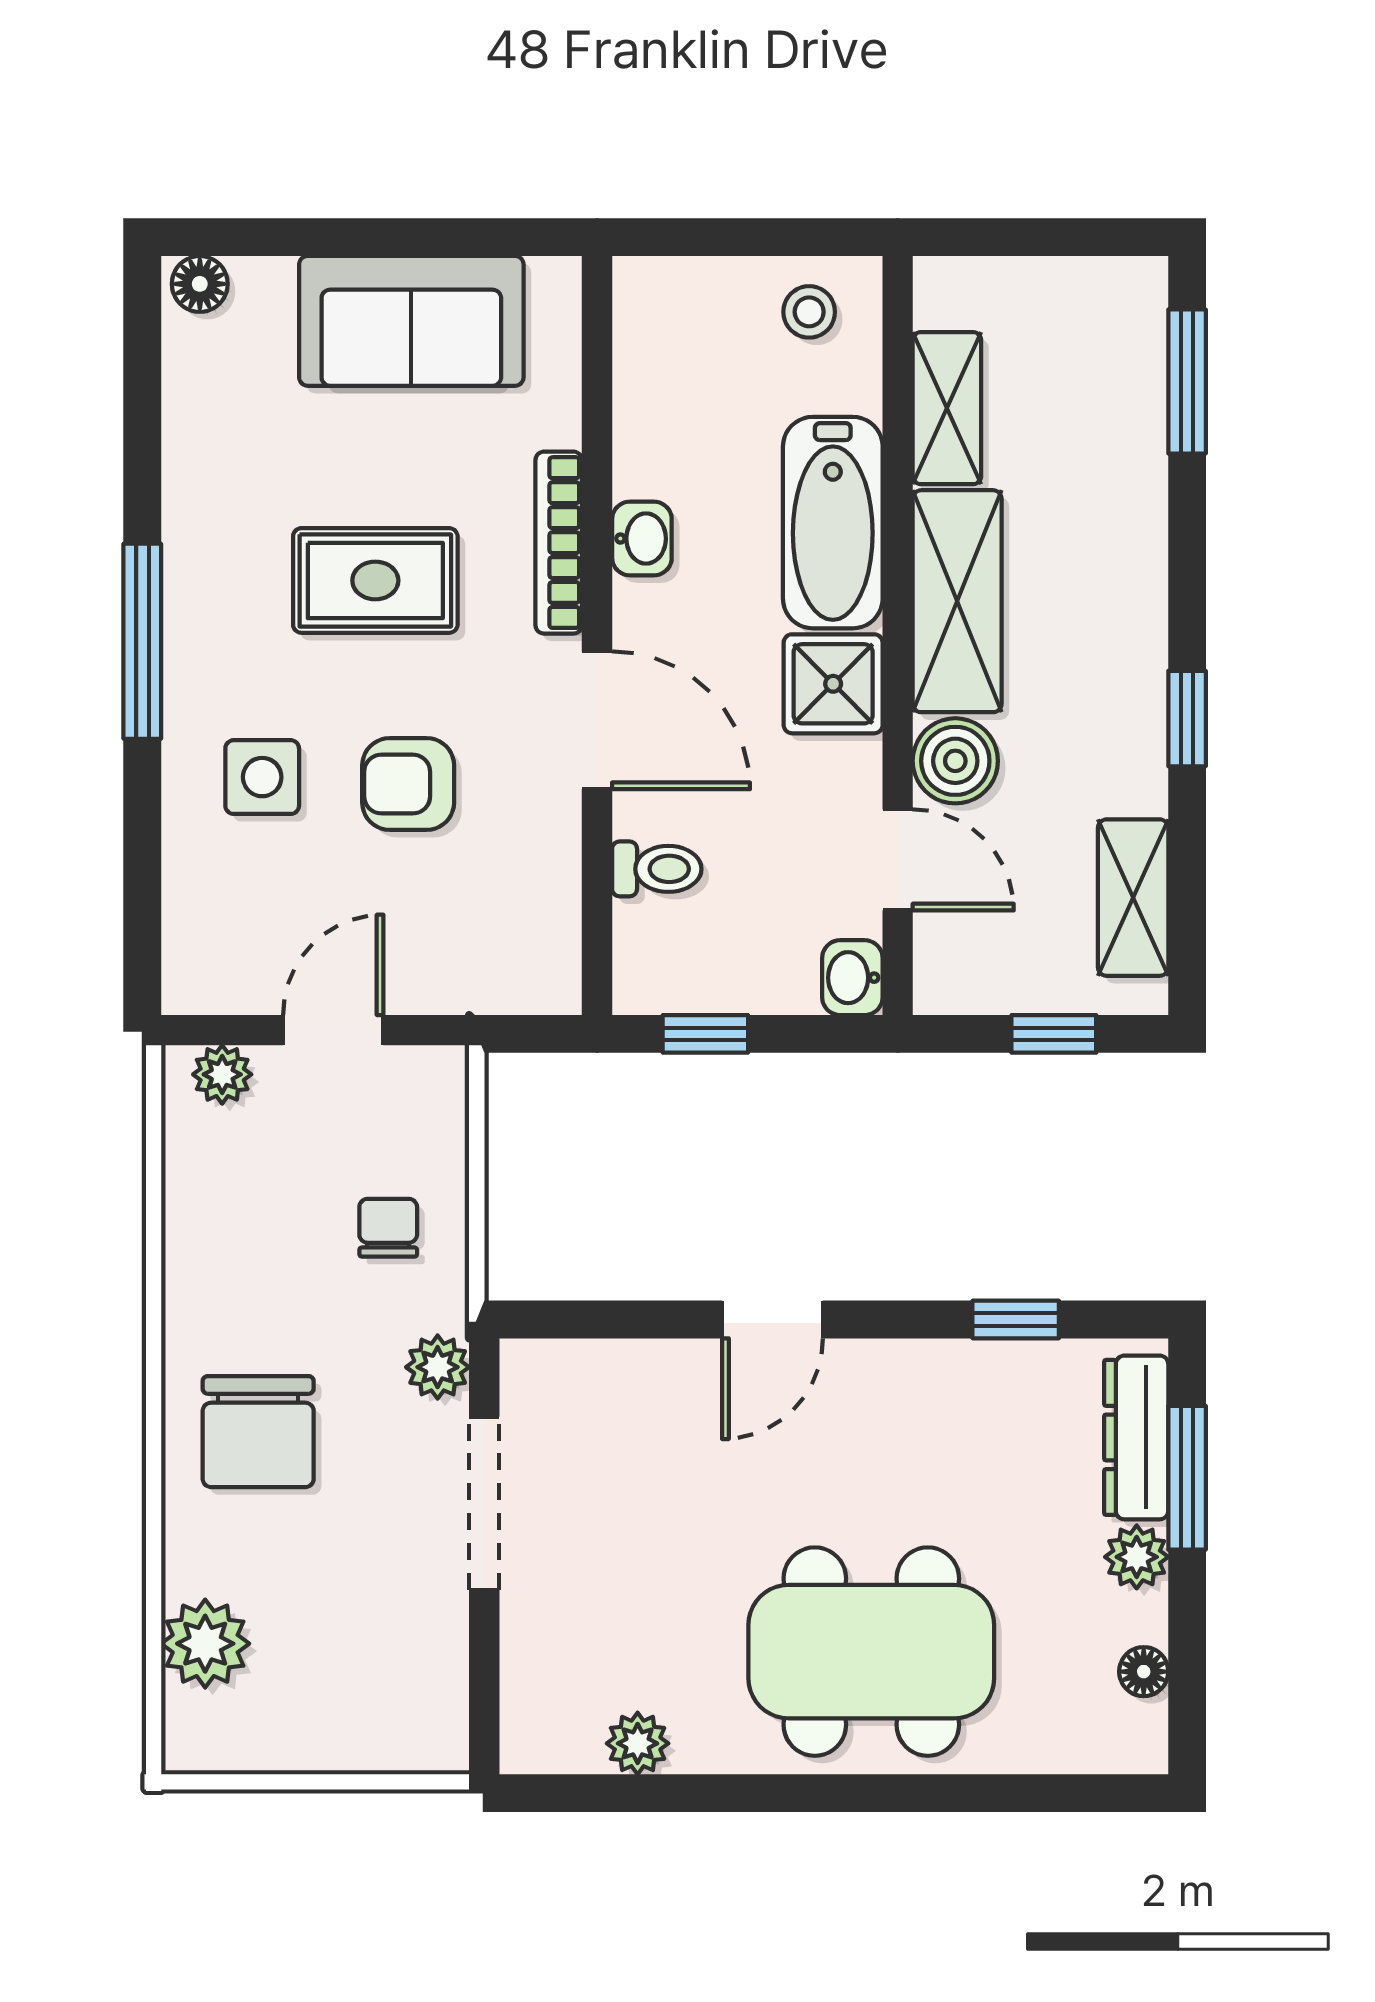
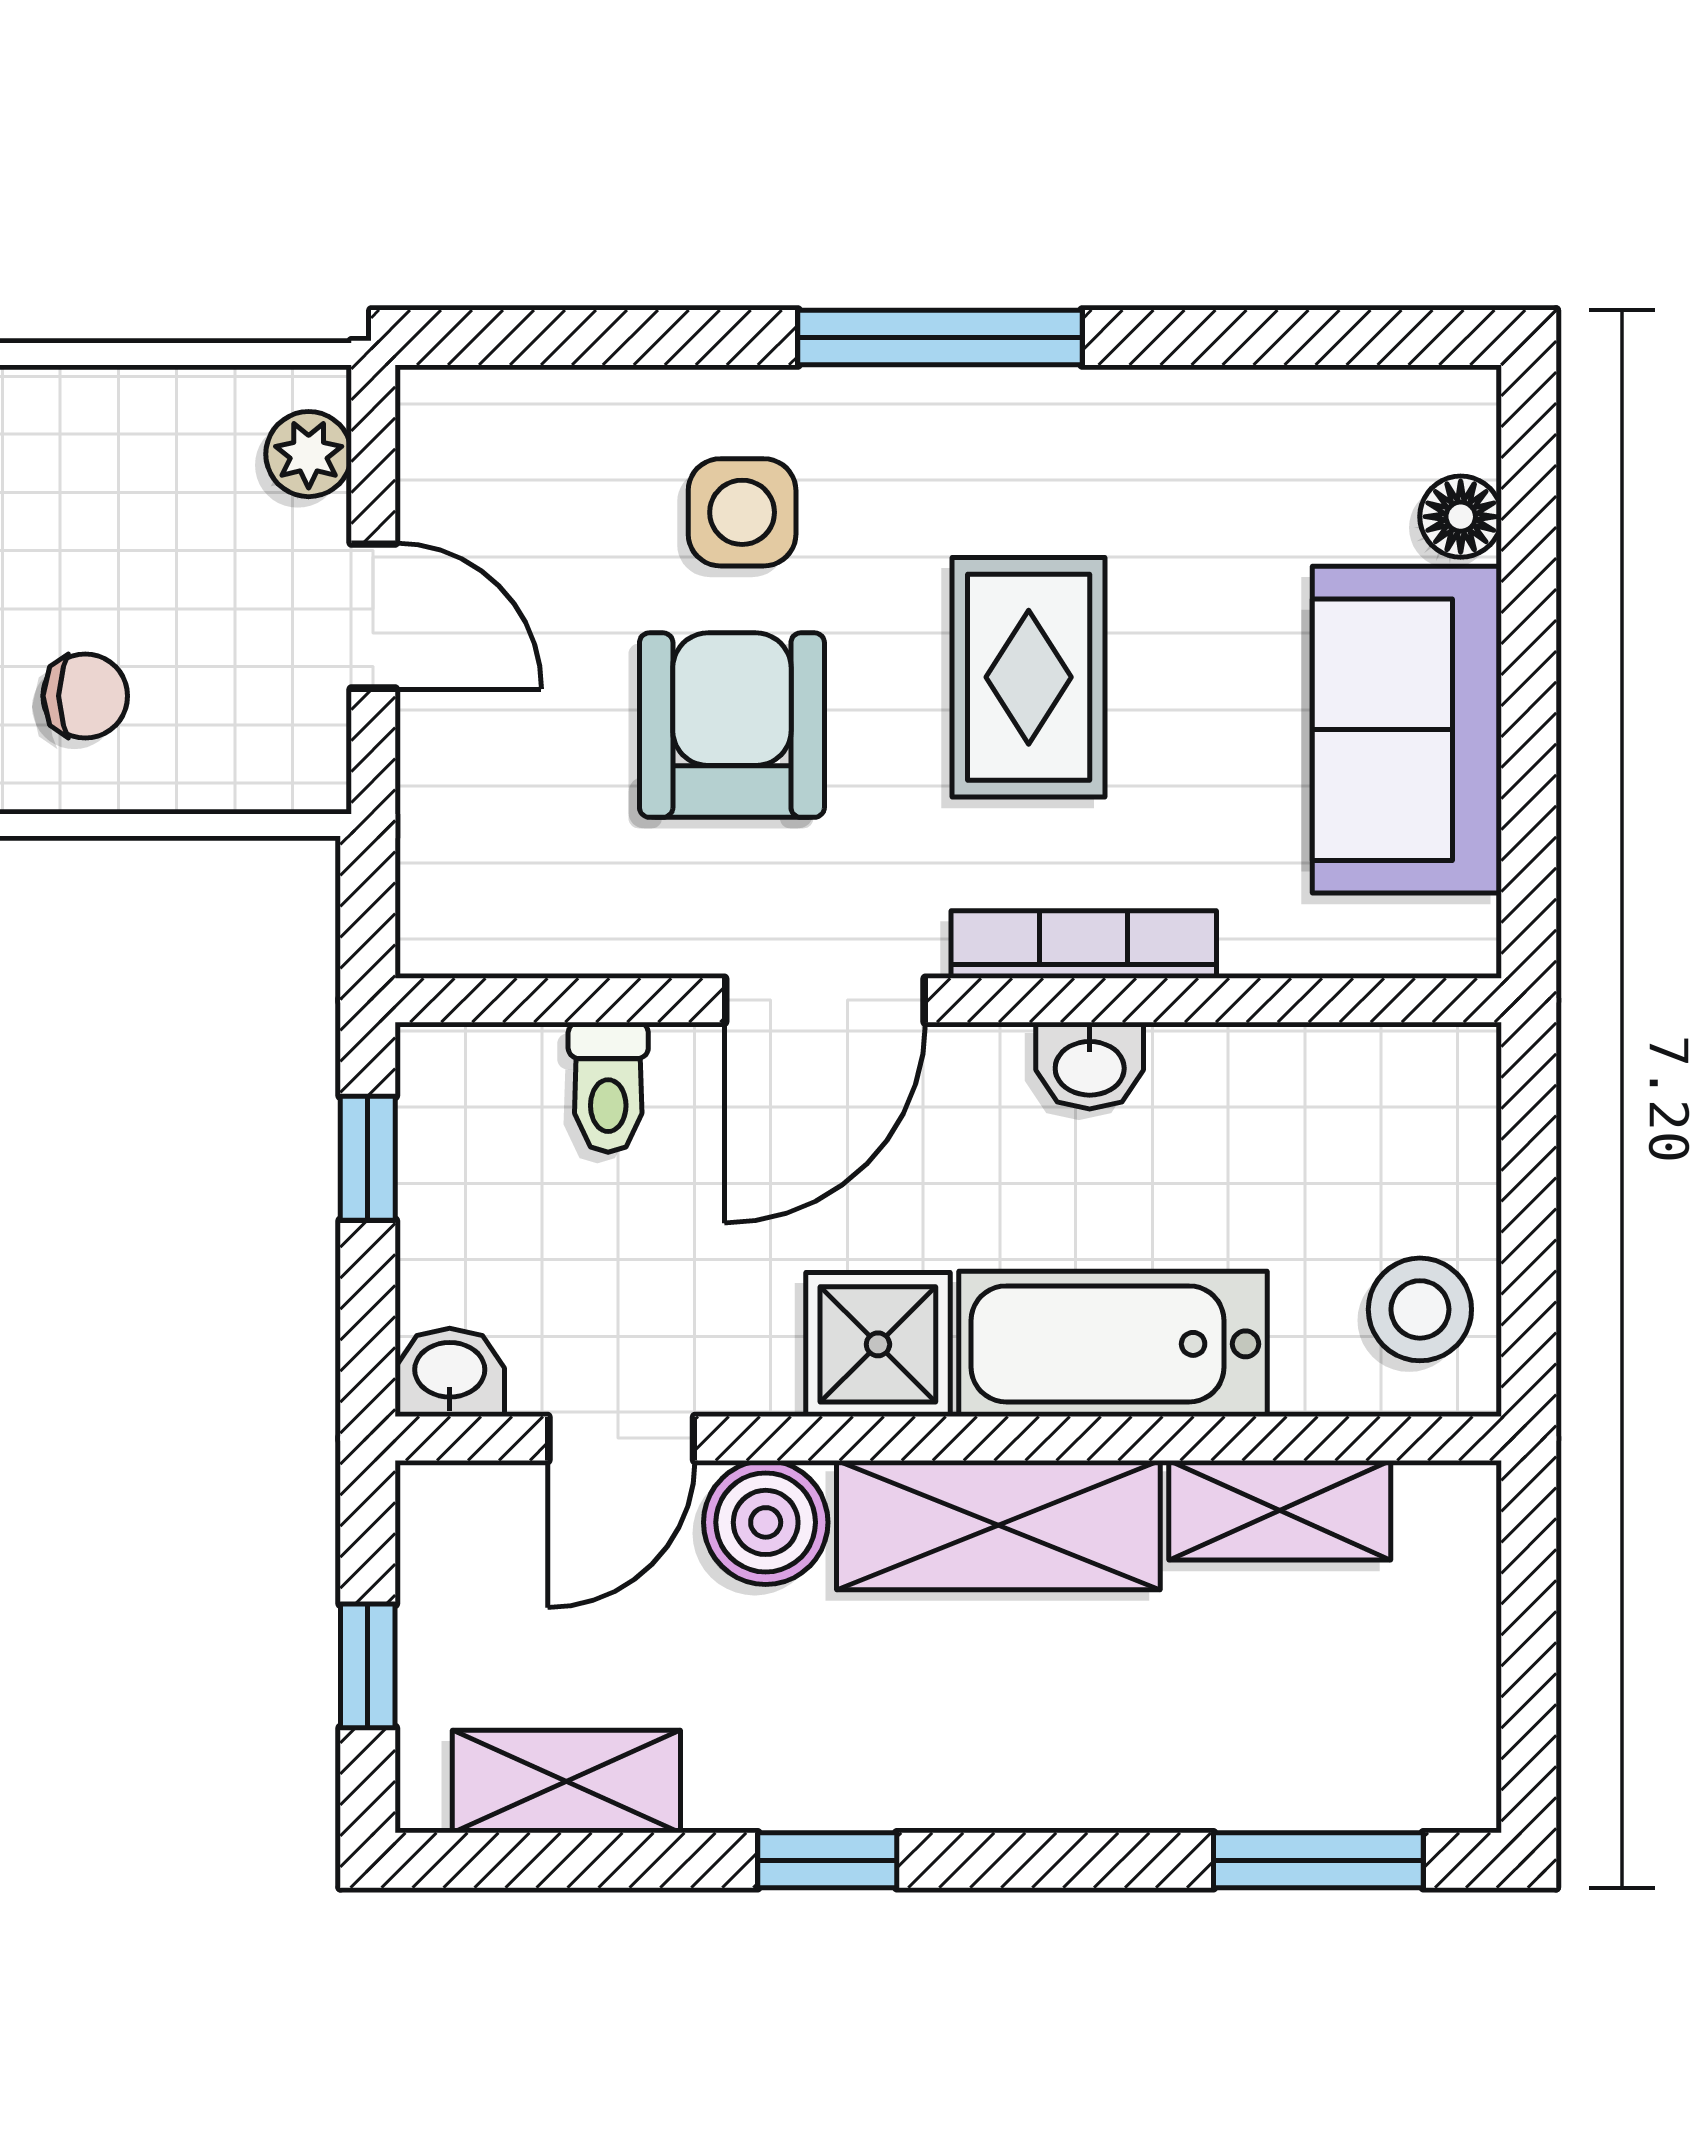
floor lamp: (200, 284) -> (1461, 517), moved
stool: (809, 312) -> (1420, 1309), width x1.37, depth x1.37
armchair: (408, 784) -> (732, 725), width x1.38, depth x1.38

